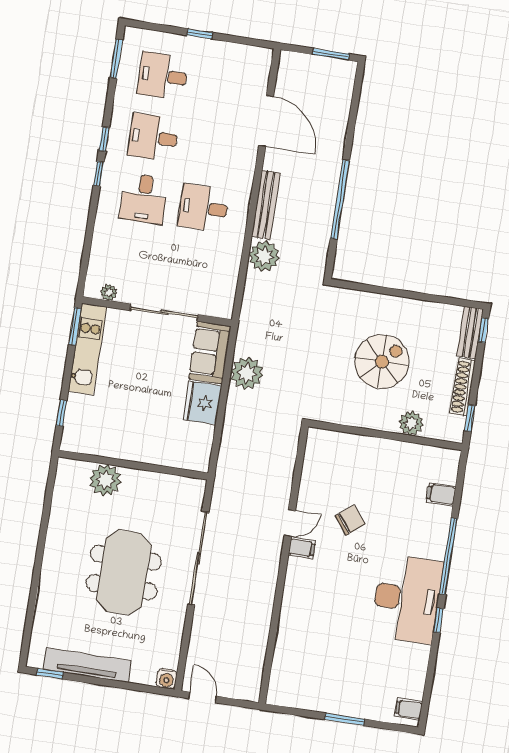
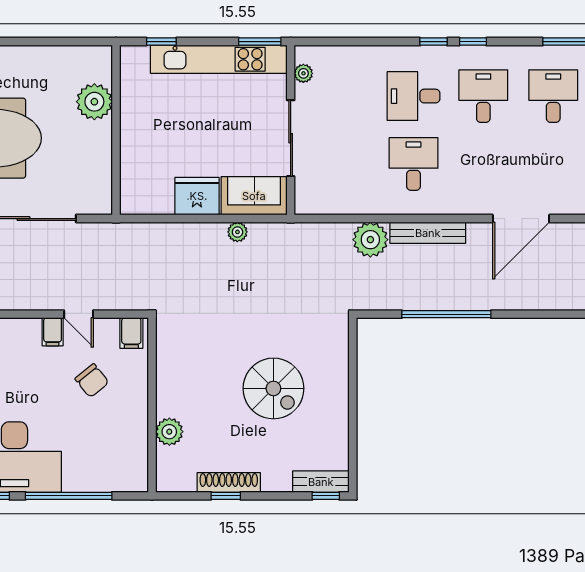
kitchen unit: (87, 349) -> (219, 59), width x1.36
plant: (247, 373) -> (237, 232), width x0.53, depth x0.53
shoe rack: (462, 387) -> (229, 483), moved
plant: (411, 423) -> (169, 432), moved
wall: (385, 435) -> (152, 405), moved
filing cabinet: (441, 494) -> (131, 333), moved, turned 180

